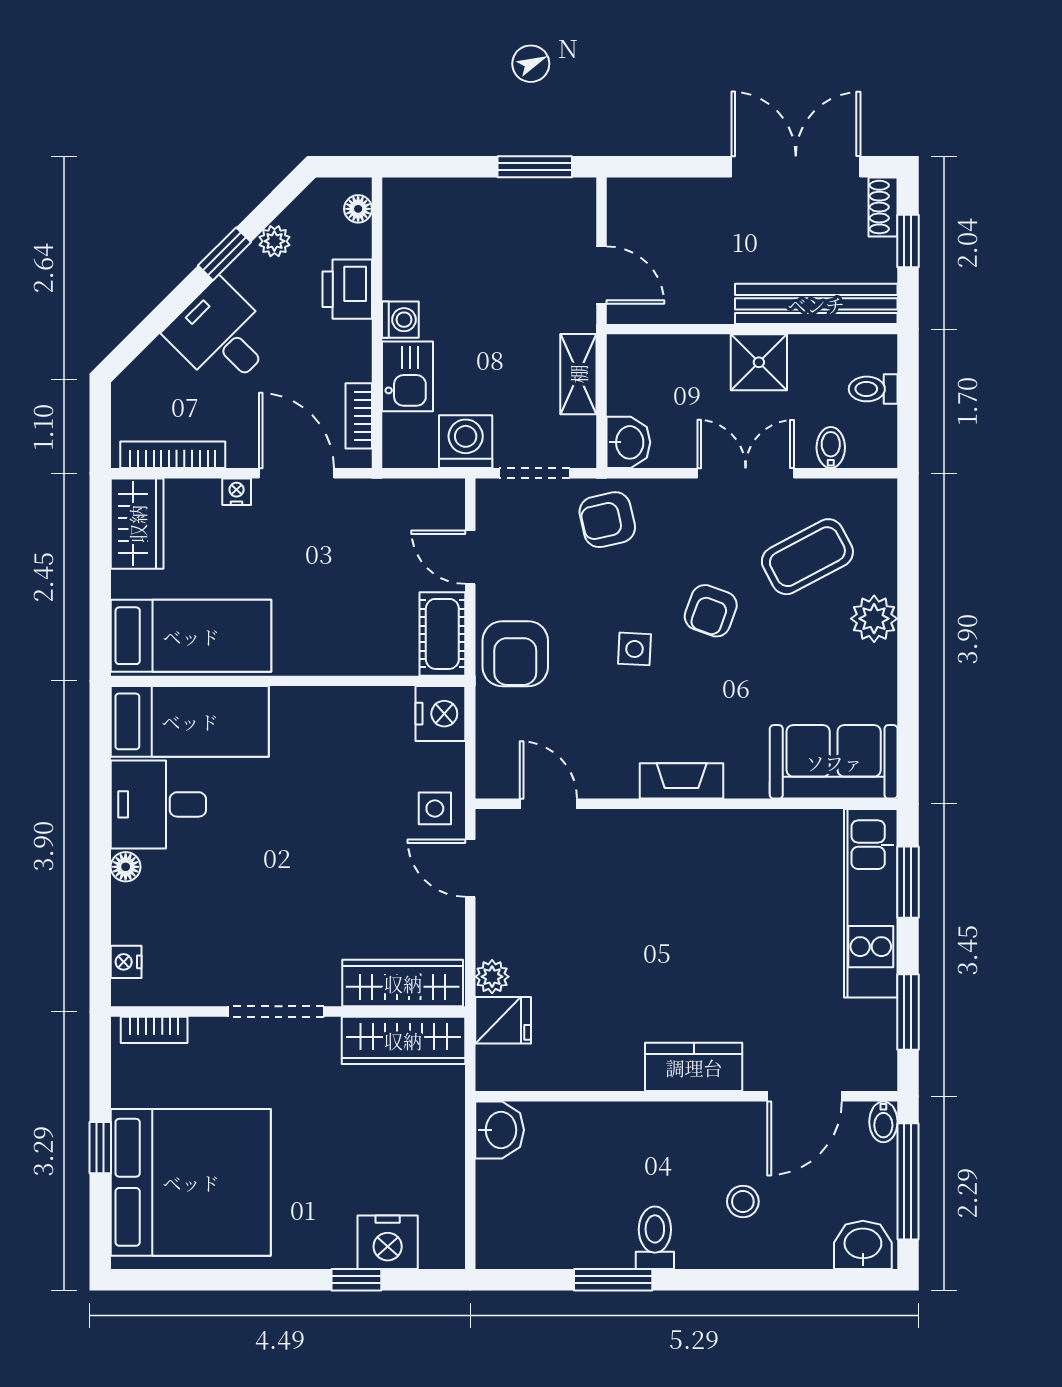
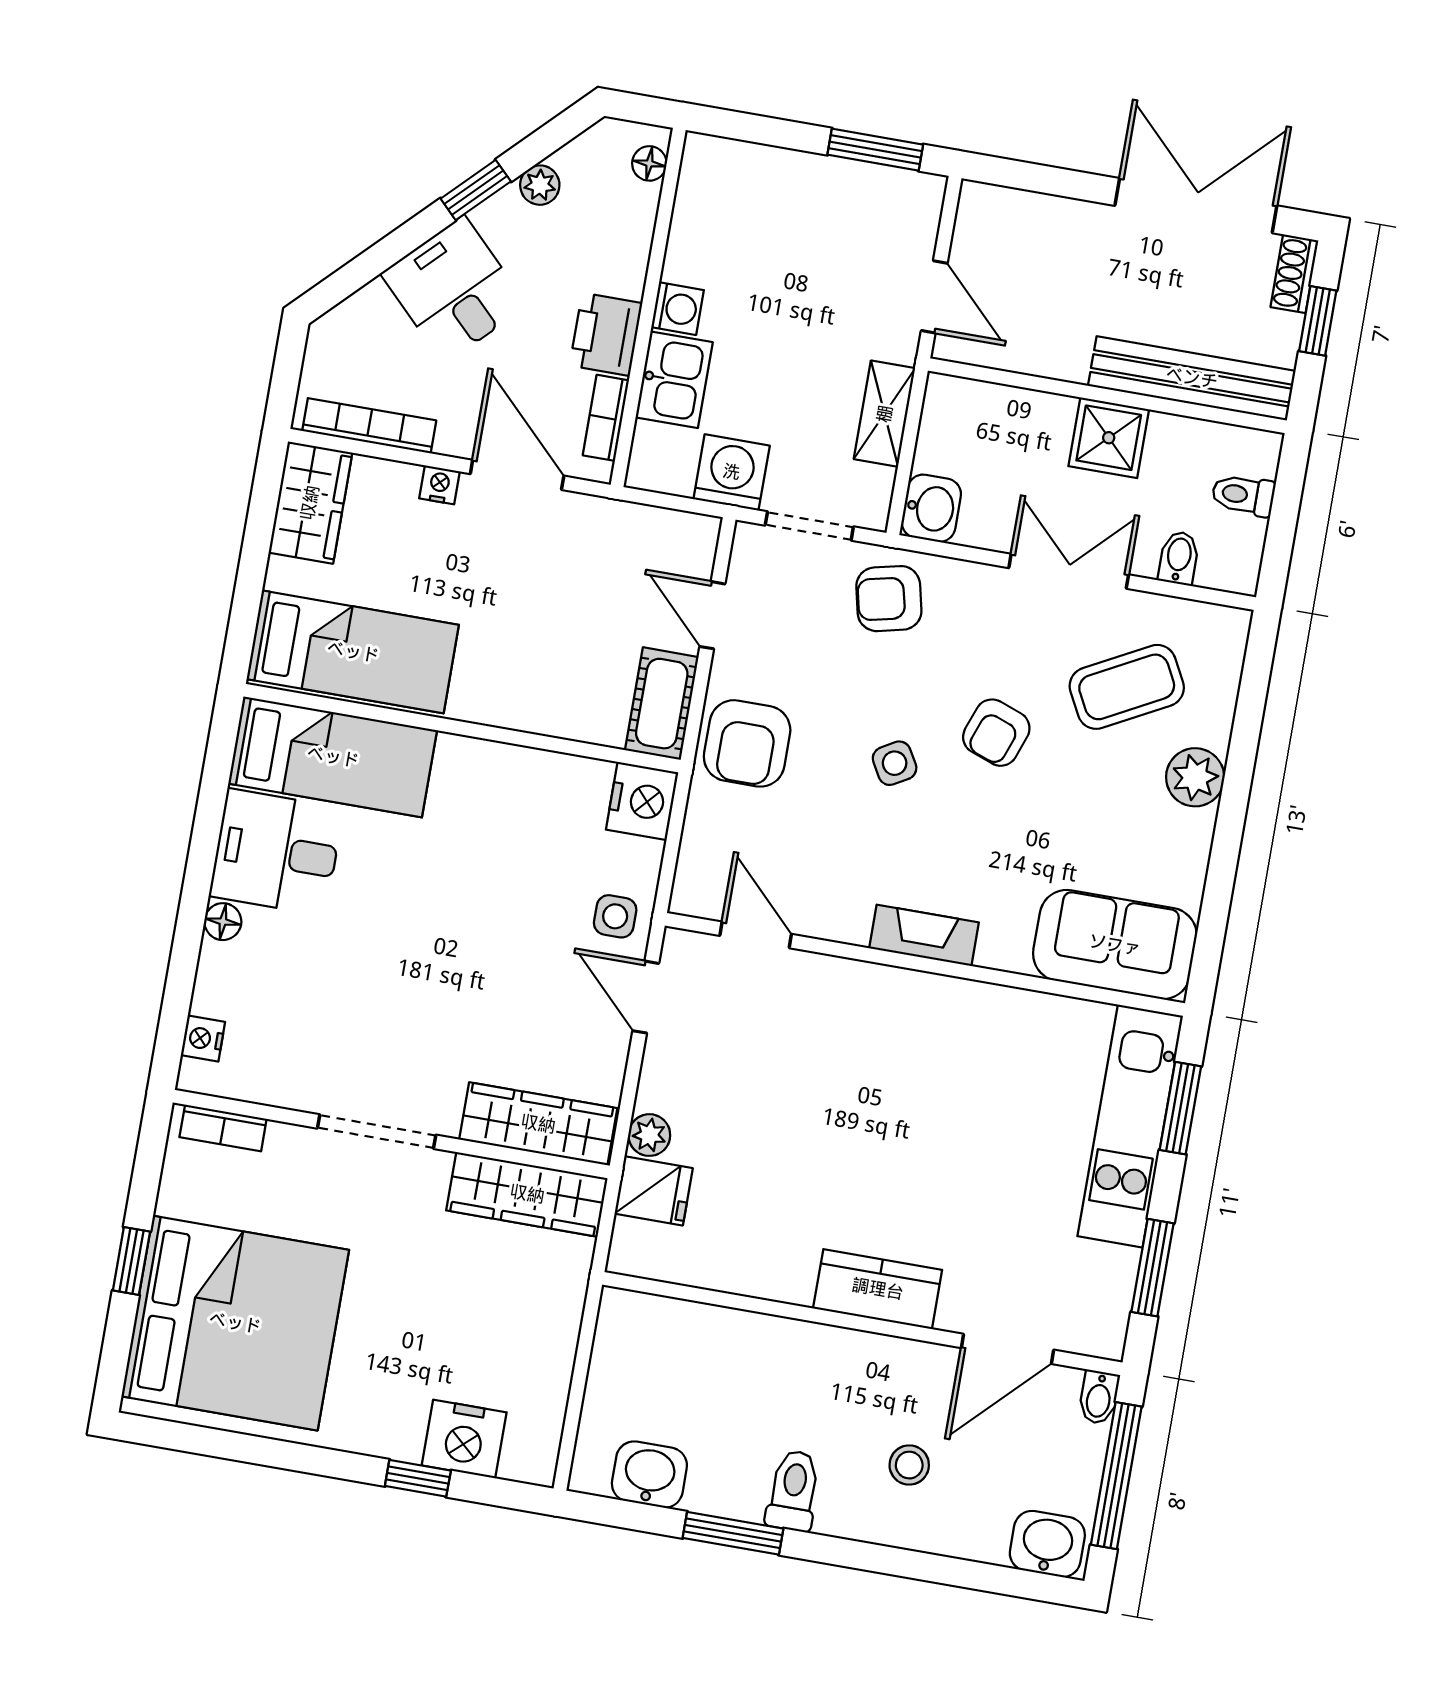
printer: (347, 289) -> (606, 334), moved
side table: (635, 649) -> (895, 763), turned -33
washbasin: (500, 1130) -> (649, 1475), moved, turned -90

